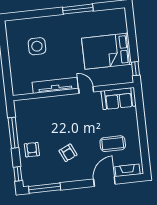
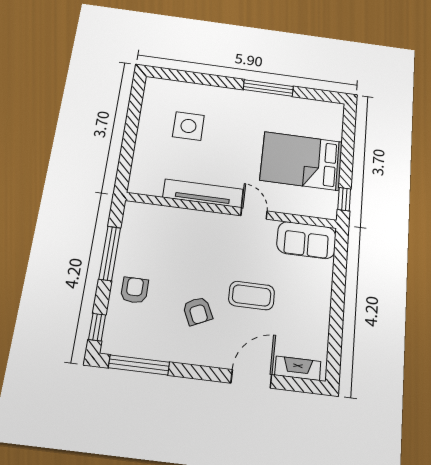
coffee table: (113, 144) -> (252, 296), moved

